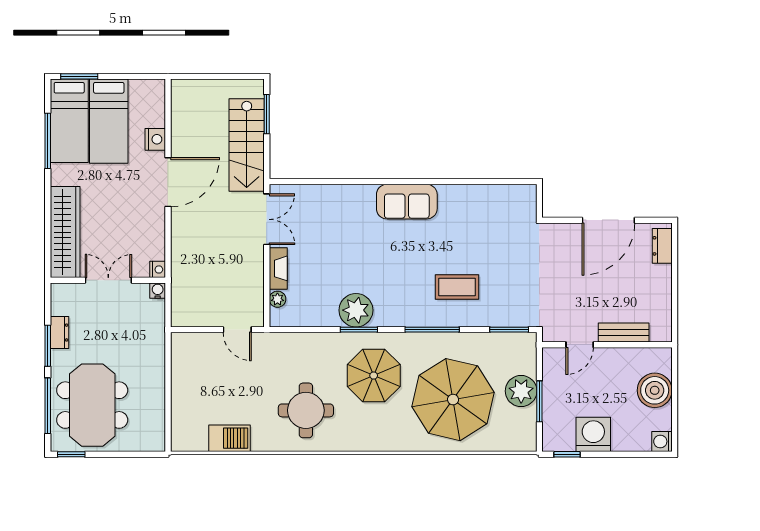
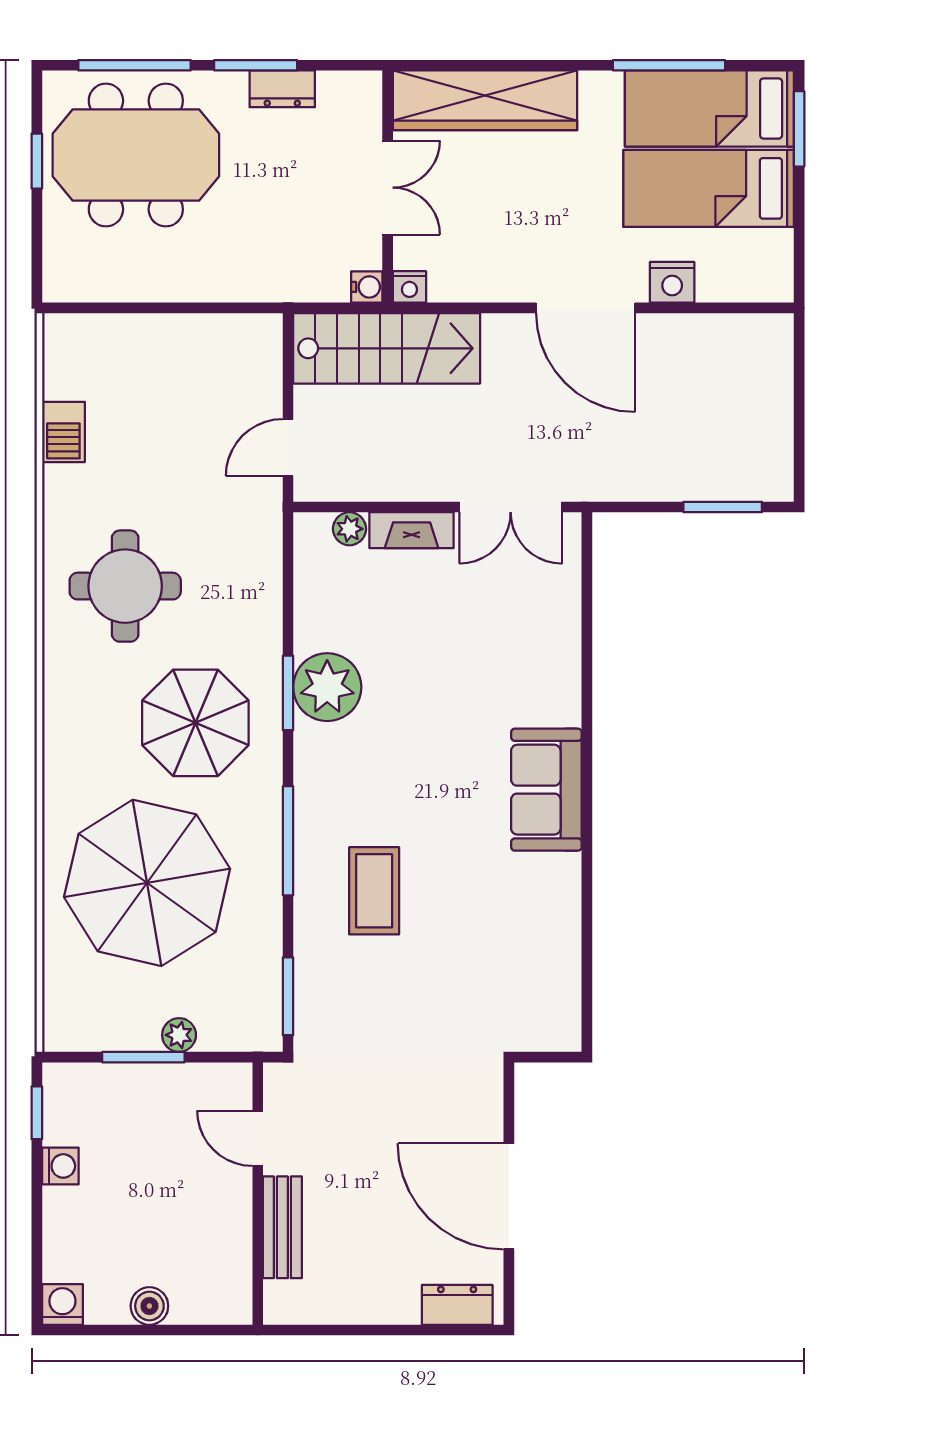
stairs: (247, 145) -> (387, 348), moved, turned 180
boiler: (655, 390) -> (149, 1306), width x0.54, depth x0.54
plant: (521, 391) -> (179, 1035), width x0.53, depth x0.53
washing machine: (593, 434) -> (60, 1166), width x0.53, depth x0.53
barbecue: (229, 438) -> (63, 432), width x0.73, depth x0.79
window: (71, 454) -> (37, 161), moved

